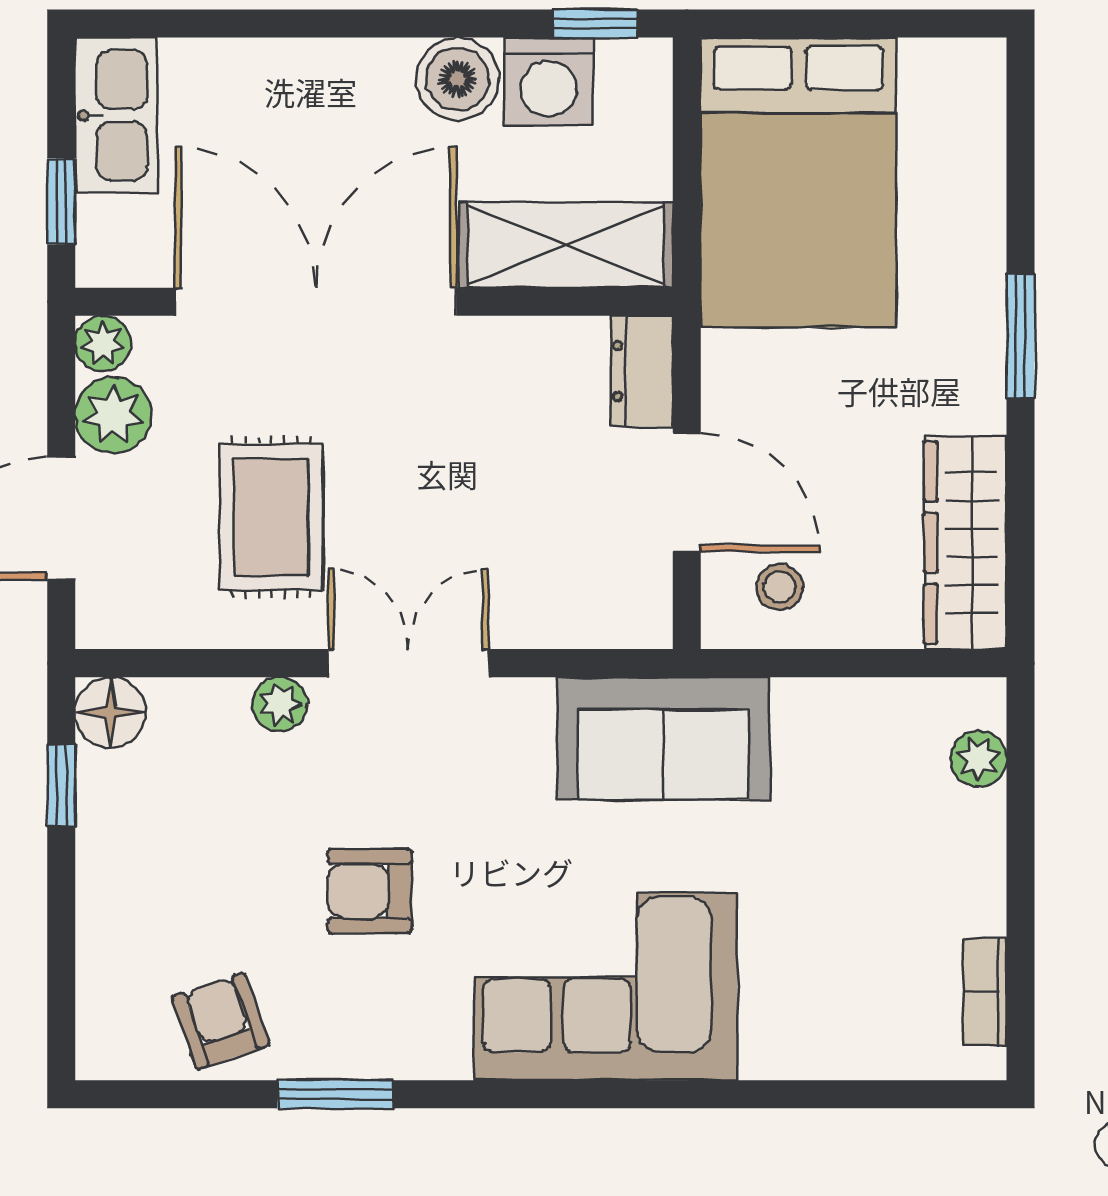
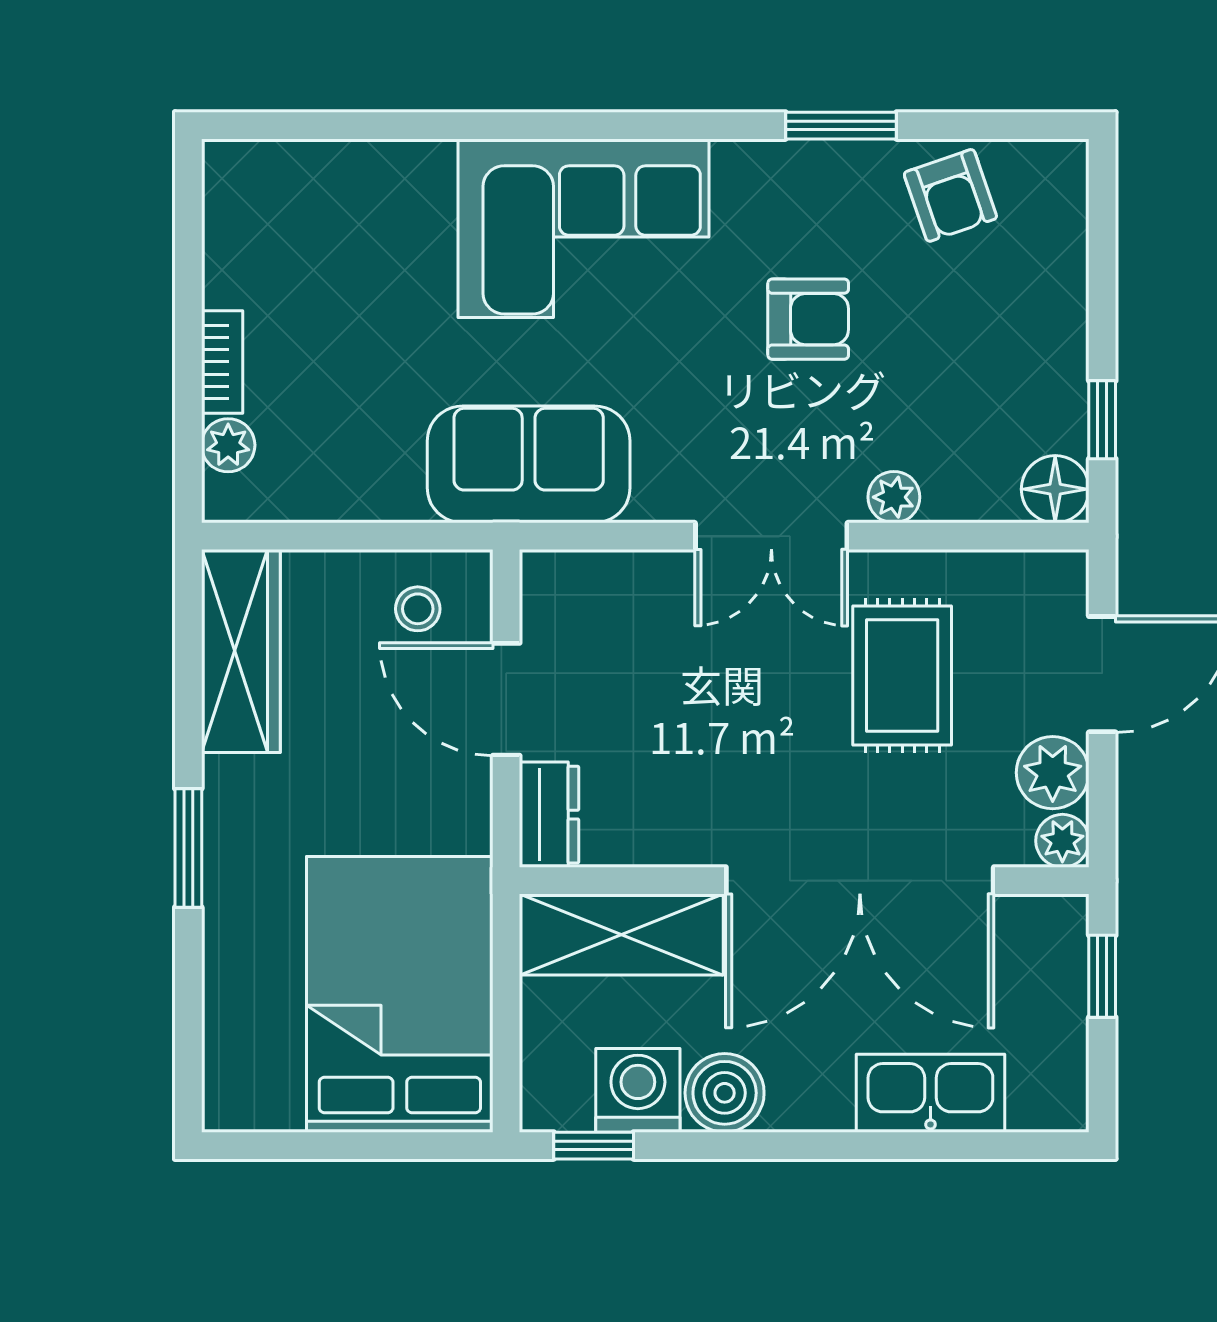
kitchen sink: (116, 115) -> (930, 1093), moved, turned 90
bookcase: (985, 992) -> (222, 362), moved

